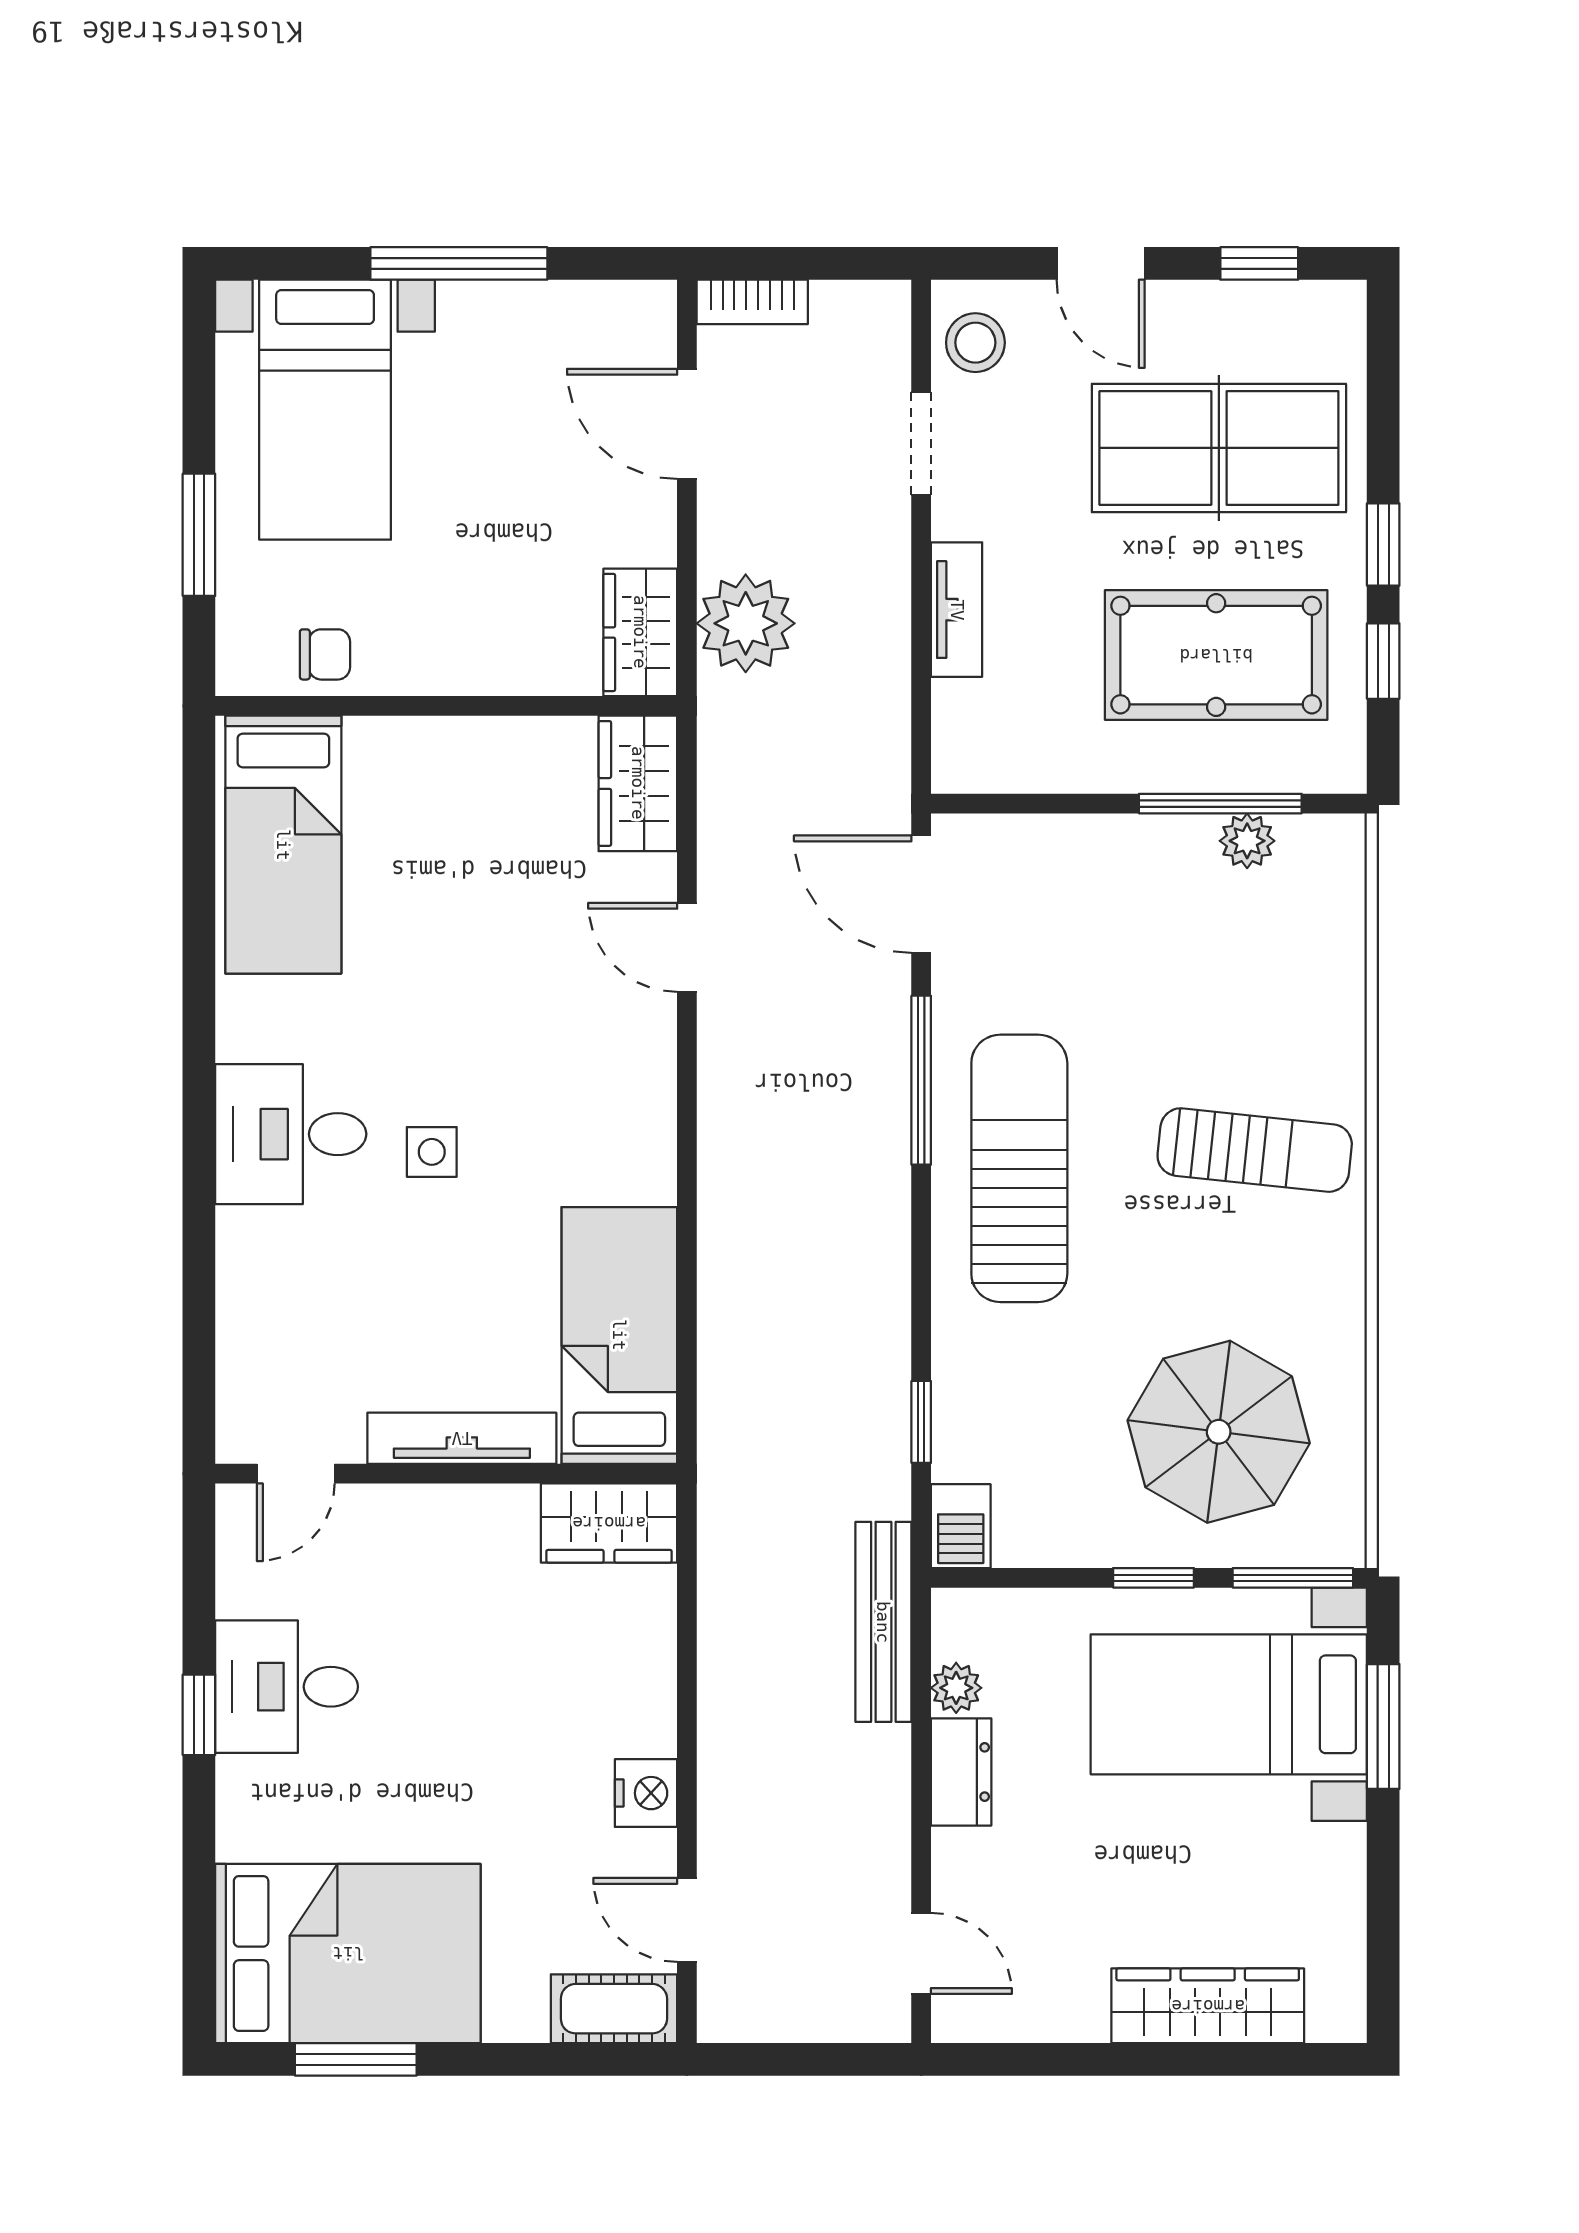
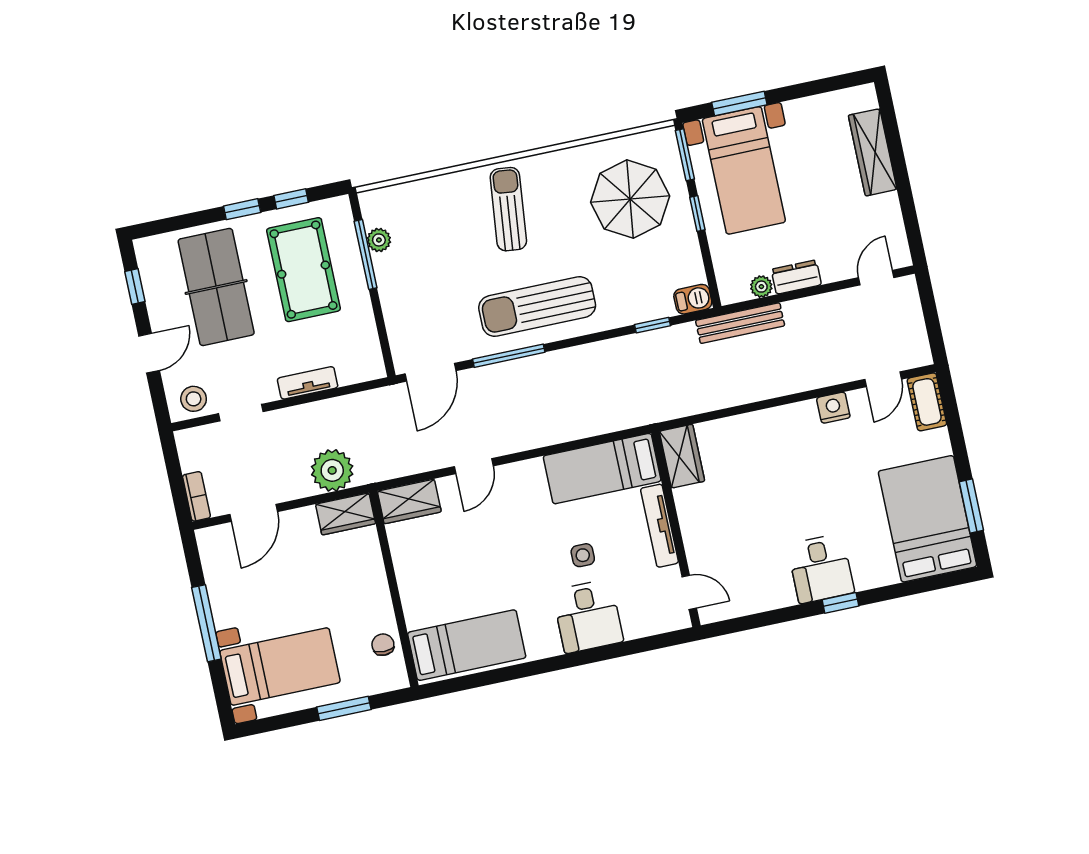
bed: (619, 1335) -> (602, 469), moved
tv unit: (462, 1438) -> (659, 526), moved
door: (296, 1474) -> (689, 592), moved
wall: (446, 1474) -> (676, 529), moved
wardrobe: (609, 1523) -> (682, 456), moved

